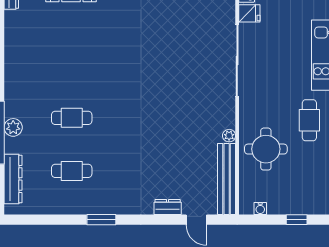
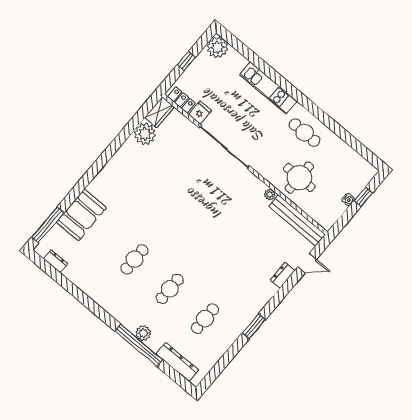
cafe table: (72, 65) -> (135, 259), added
water cooler: (260, 208) -> (348, 200), moved

